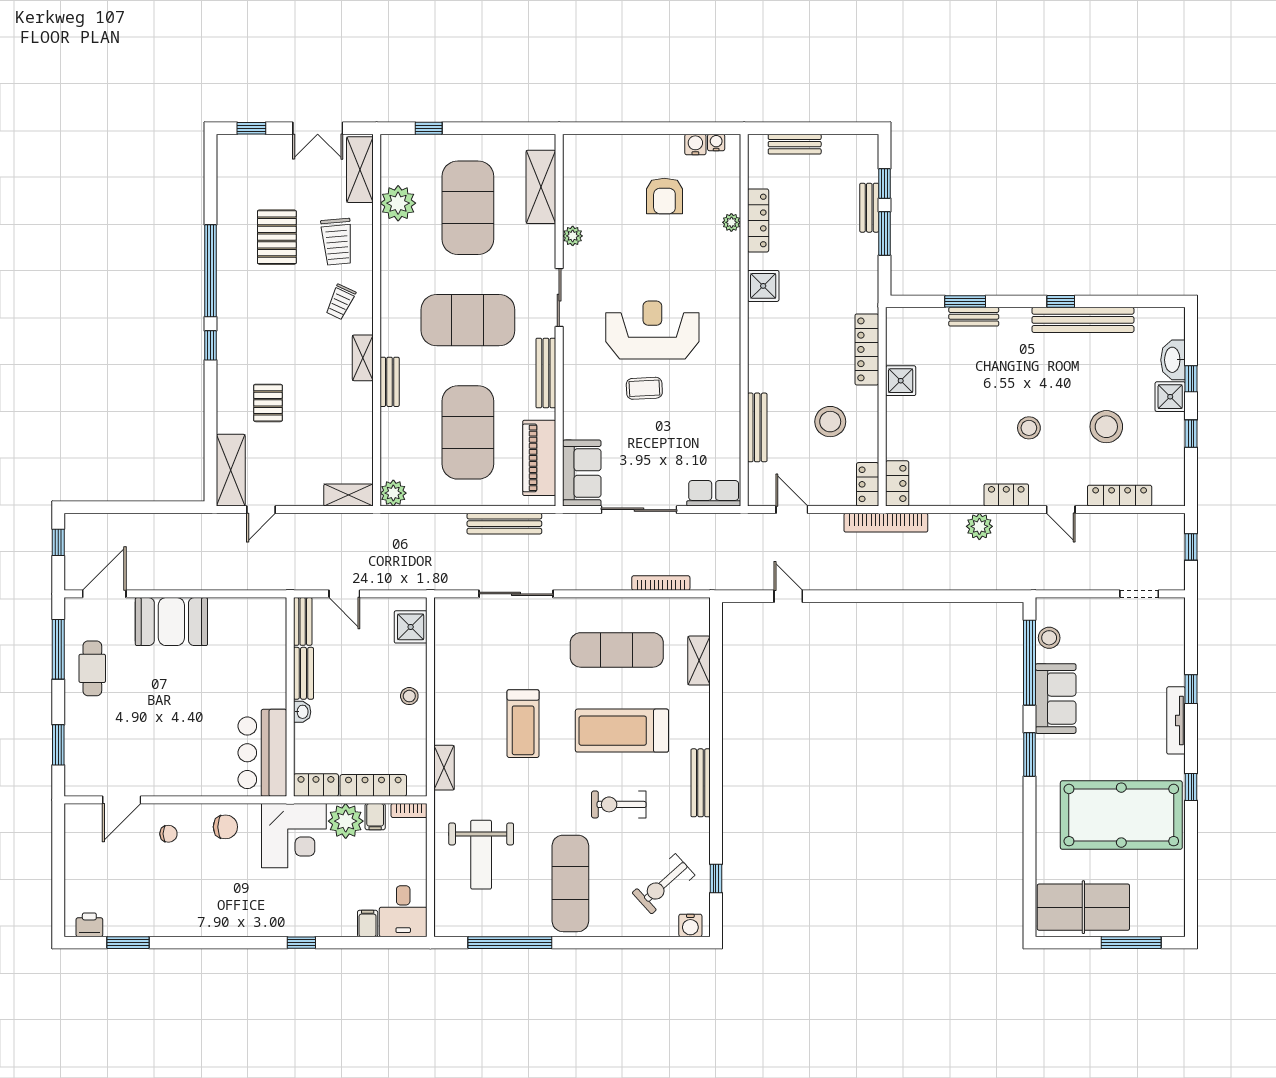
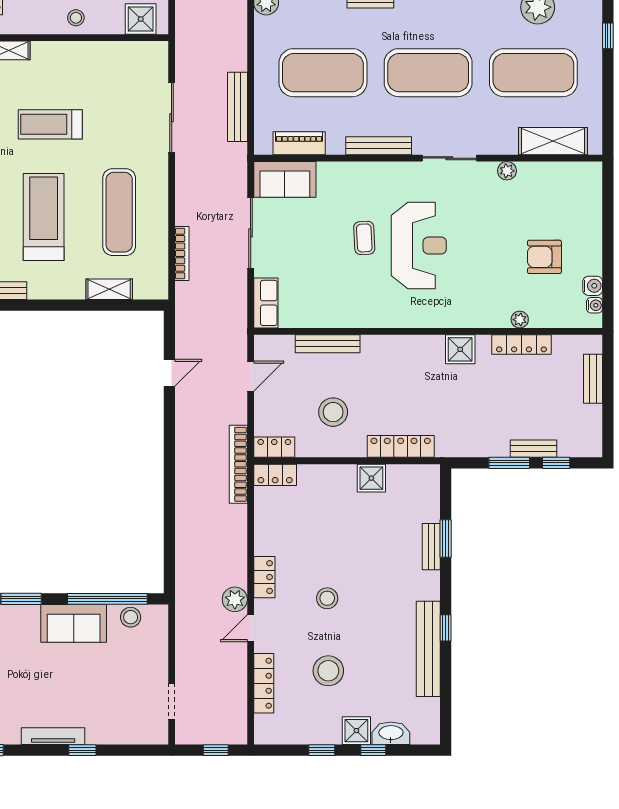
exercise mat: (468, 320) -> (428, 73), turned 90
piano: (539, 458) -> (299, 143), width x0.73, depth x0.75
plant: (979, 526) -> (235, 599), moved

